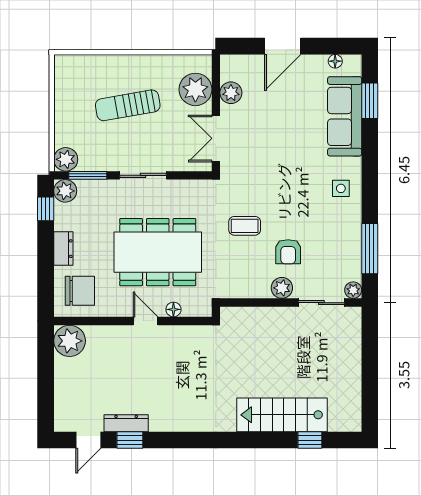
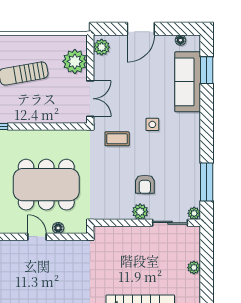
plant: (231, 93) -> (102, 47), moved
double door: (216, 138) -> (90, 99), swing flipped
sliding door: (143, 175) -> (35, 127), removed
side table: (341, 188) -> (152, 124), moved
coffee table: (245, 226) -> (117, 139), moved
plant: (353, 362) -> (194, 268), added

